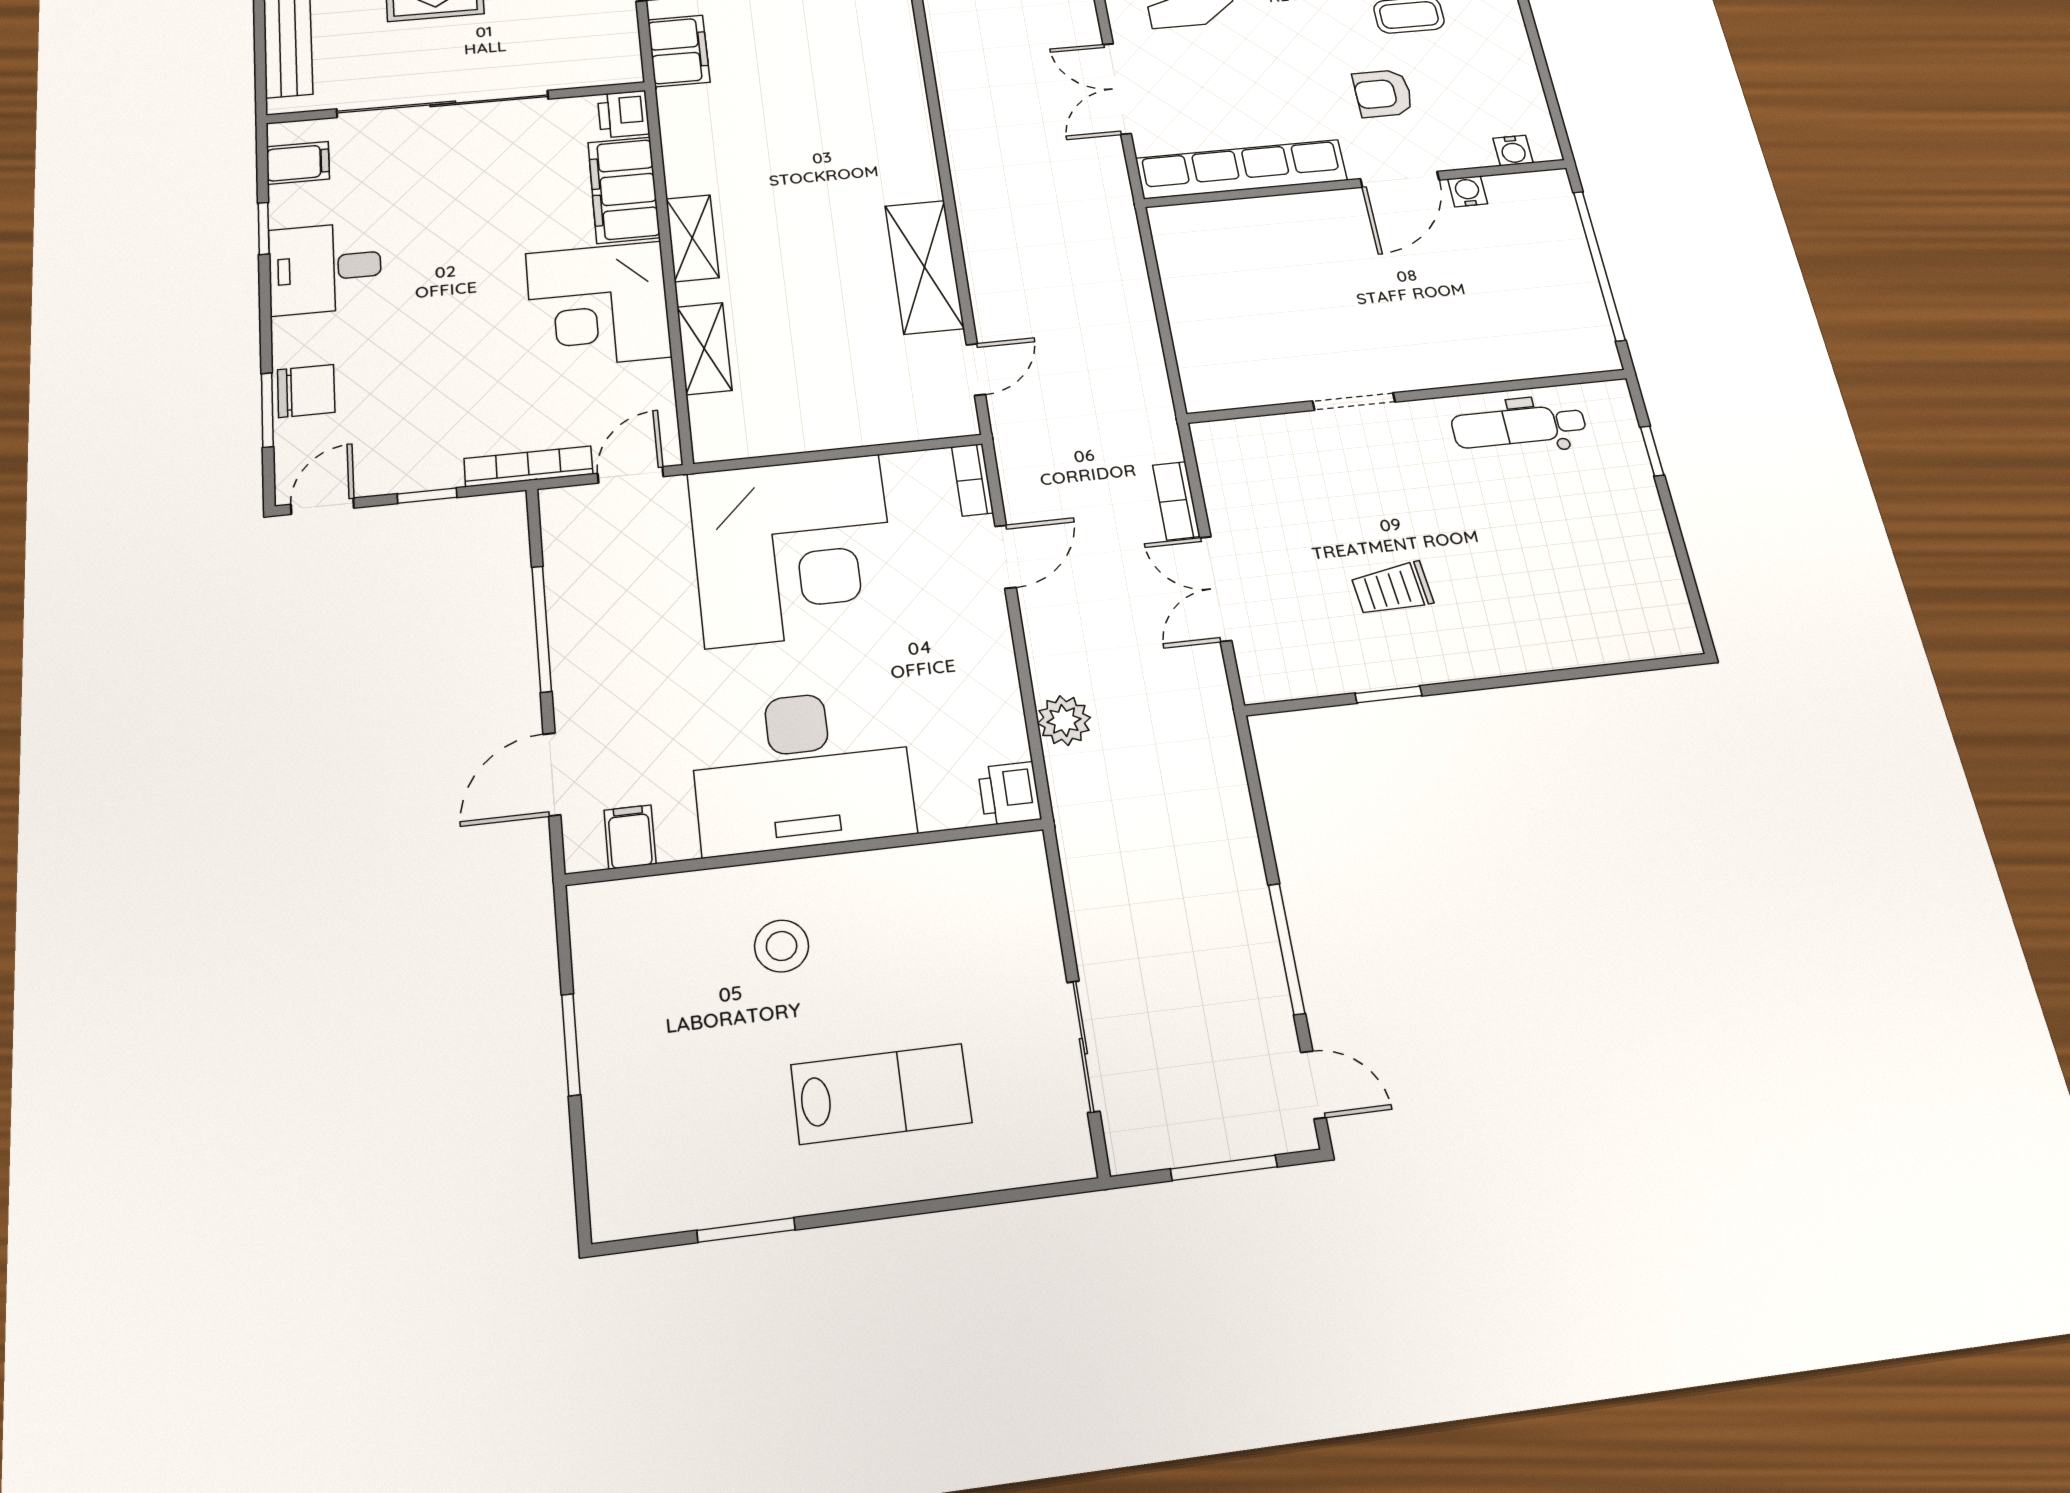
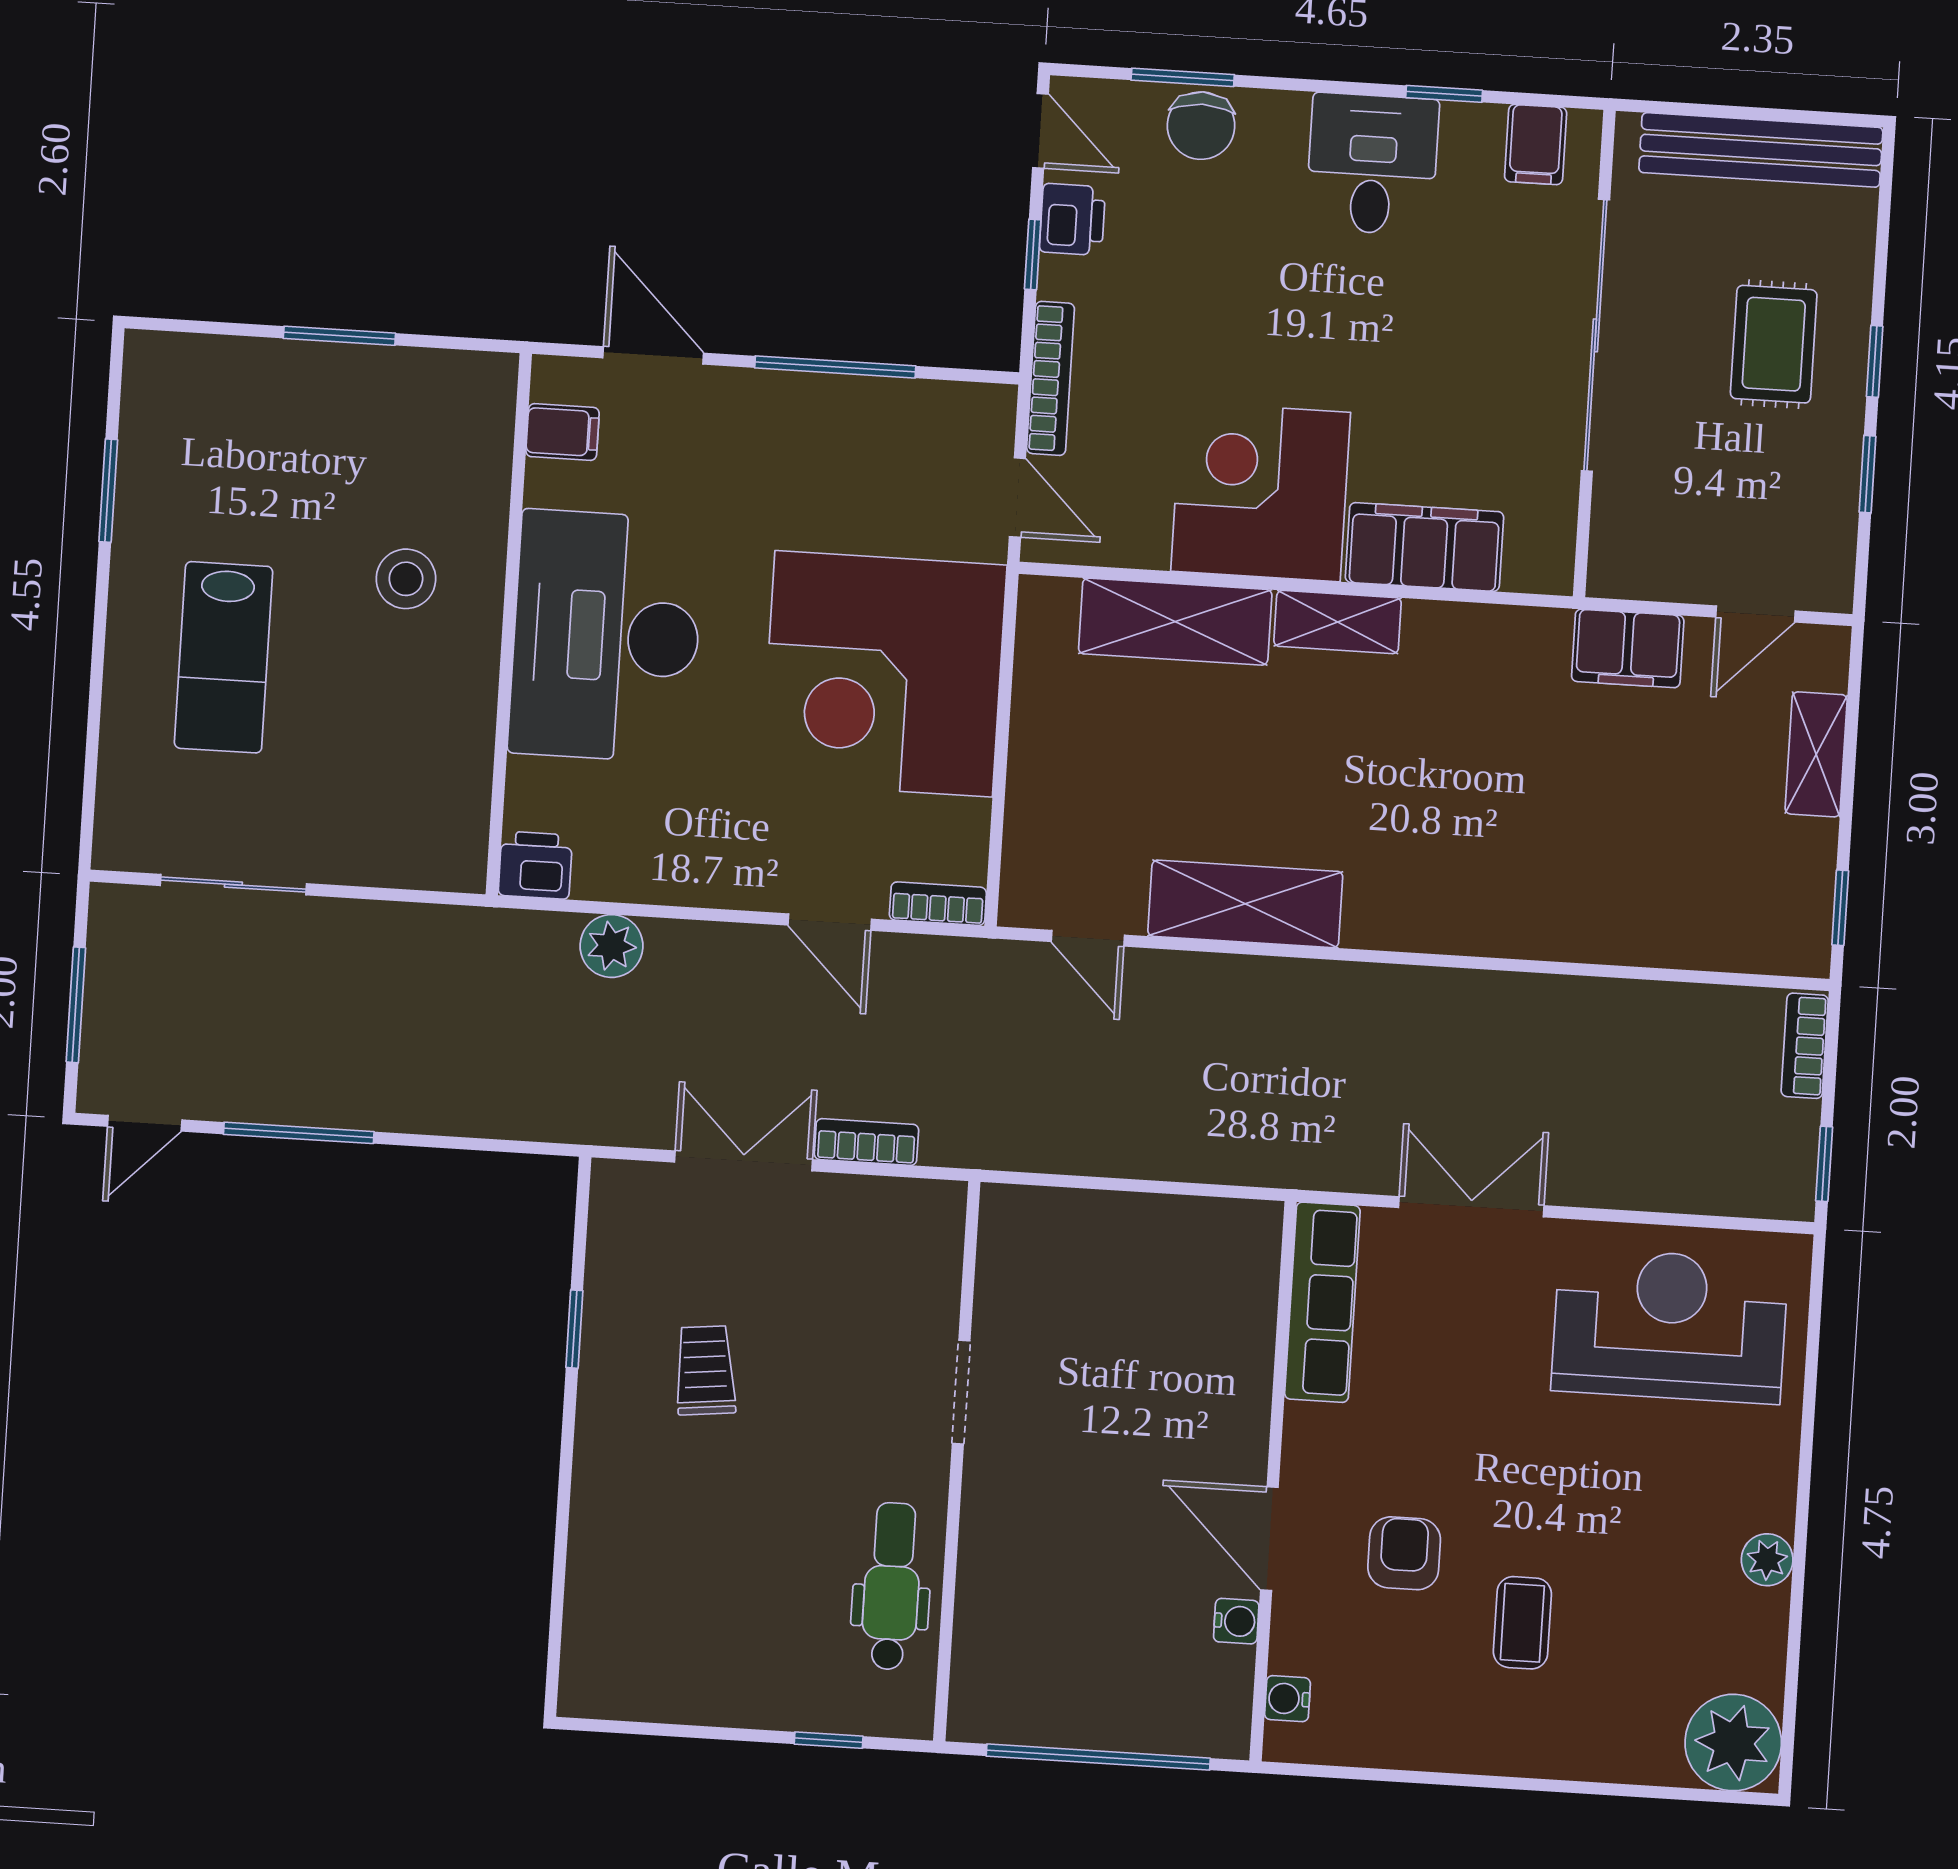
printer: (624, 114) -> (1072, 219), moved, turned 90
row of seats: (1241, 169) -> (1322, 1302), width x0.73
shelving: (704, 349) -> (1175, 622), width x1.50, depth x1.33

